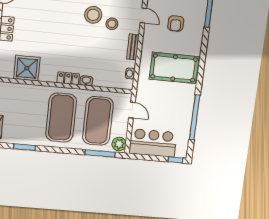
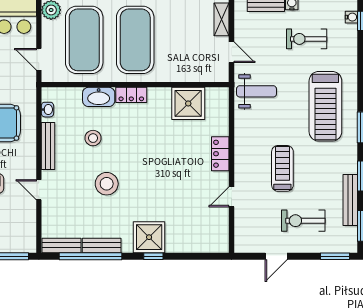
stool: (112, 24) -> (93, 138), moved
bench: (133, 47) -> (48, 146), width x1.36
washbasin: (86, 81) -> (99, 97), width x1.91, depth x1.45

